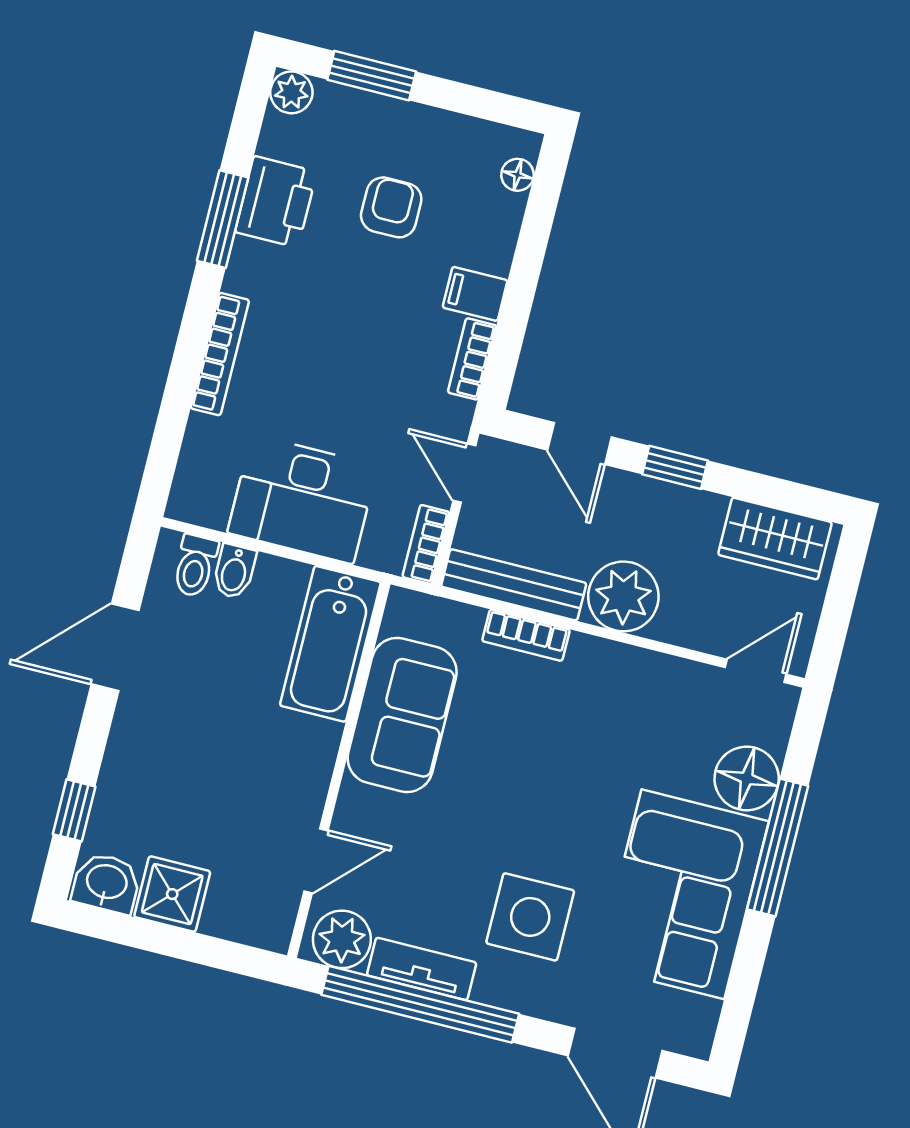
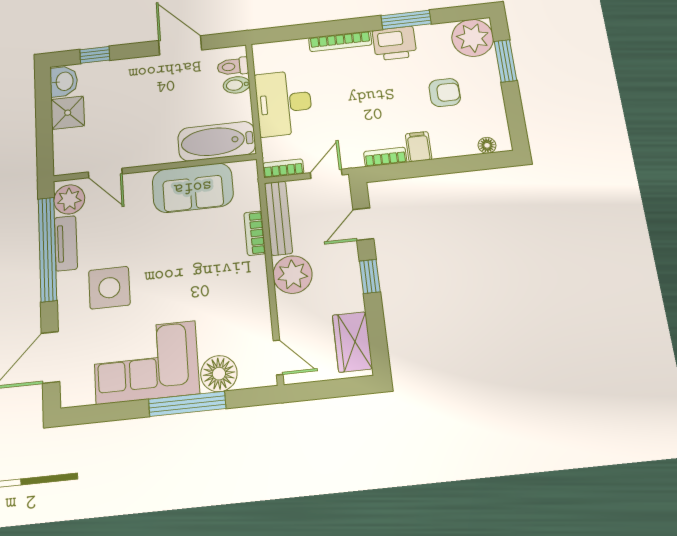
plant: (291, 92) -> (473, 38), width x1.88, depth x1.88
printer: (276, 202) -> (394, 43), moved

